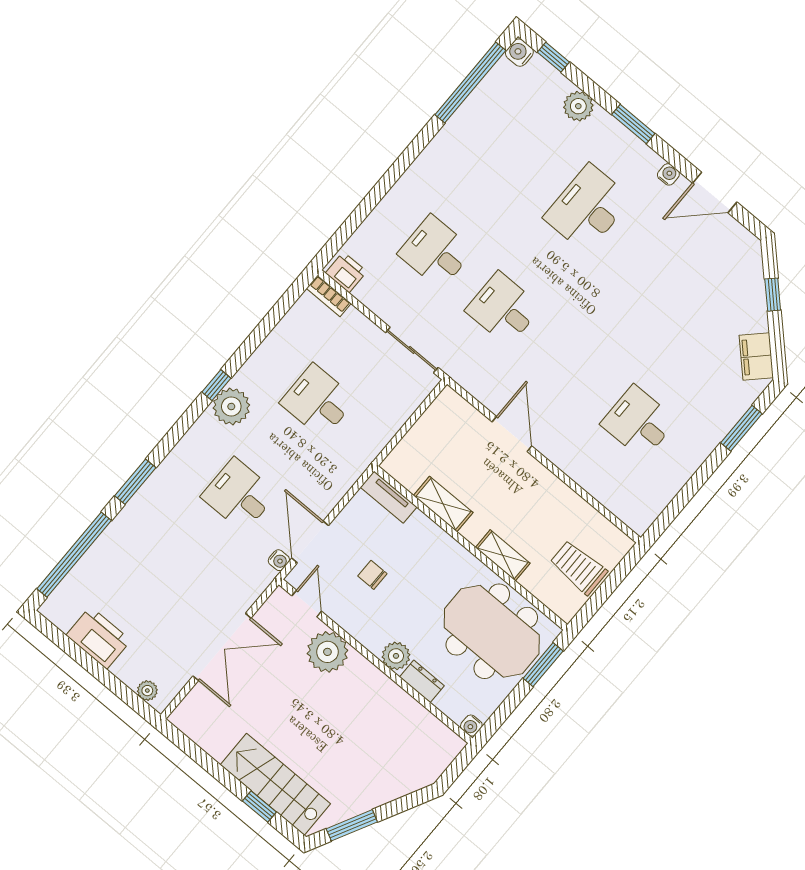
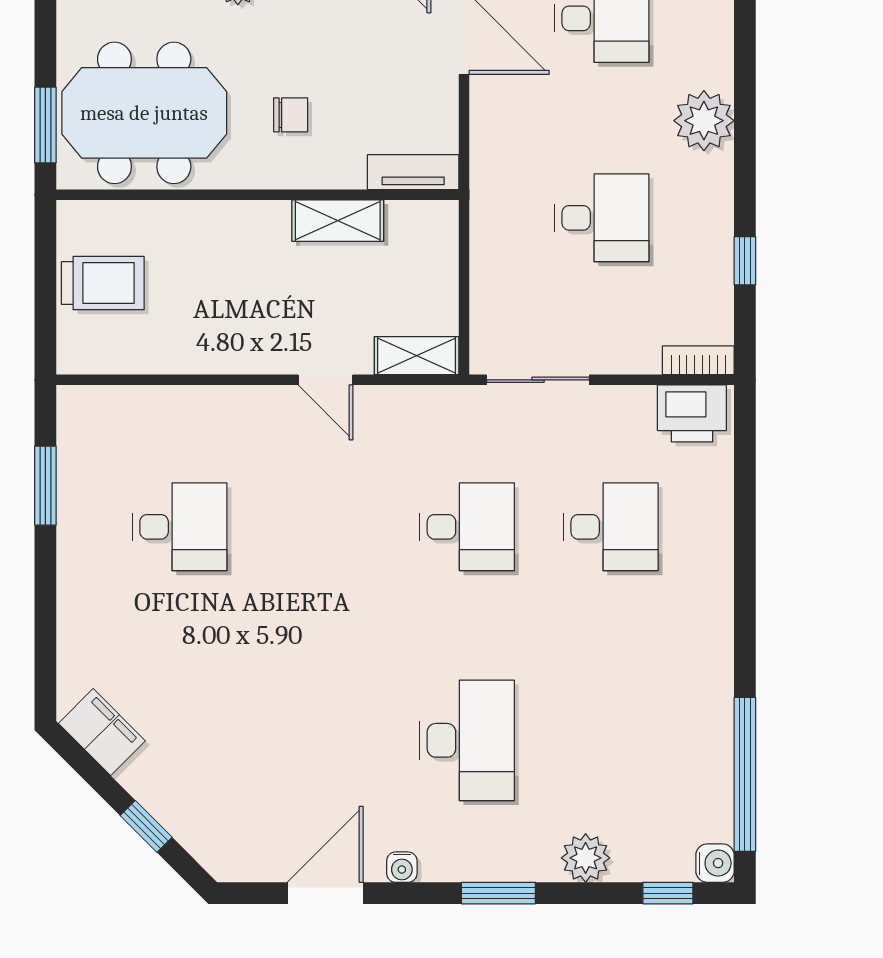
printer: (346, 272) -> (692, 413), width x1.36, depth x1.24
window: (216, 385) -> (745, 261), moved
window: (741, 428) -> (45, 486), moved
door: (512, 434) -> (326, 380), width x0.73
shelving: (503, 555) -> (417, 356), moved
chair: (372, 575) -> (291, 115), moved

